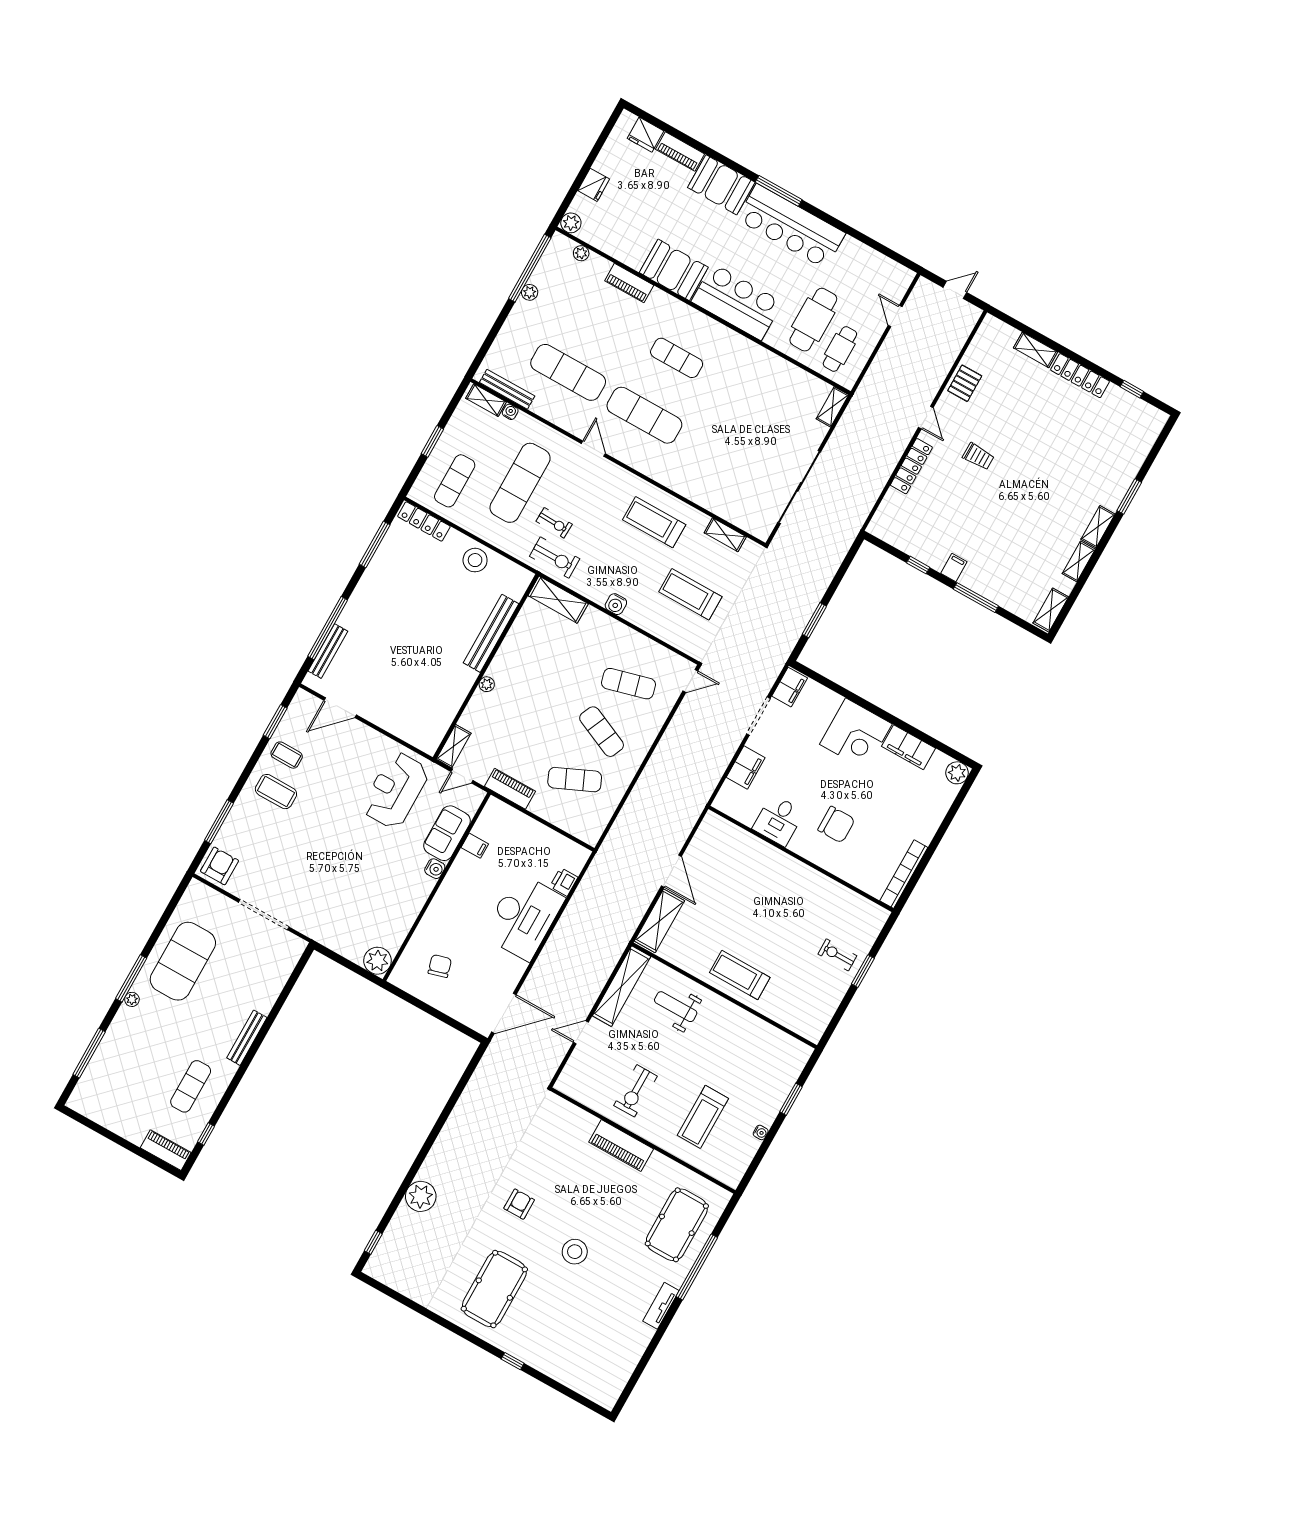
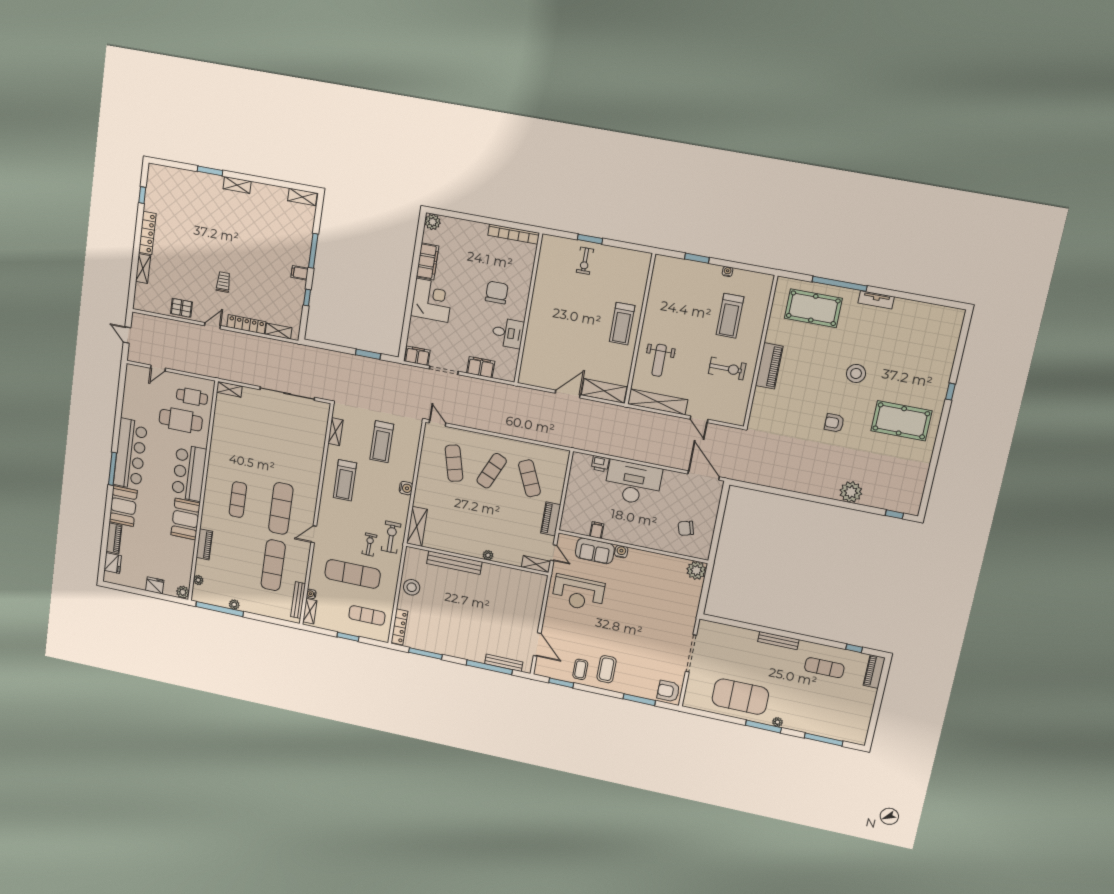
shelving: (1079, 561) -> (279, 331), moved
treadmill: (703, 1117) -> (730, 316), turned 90

